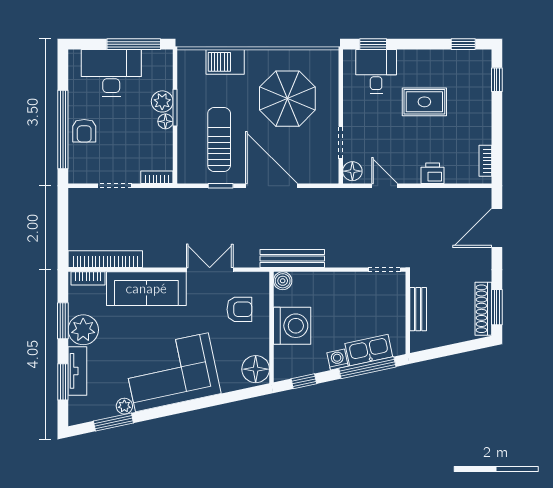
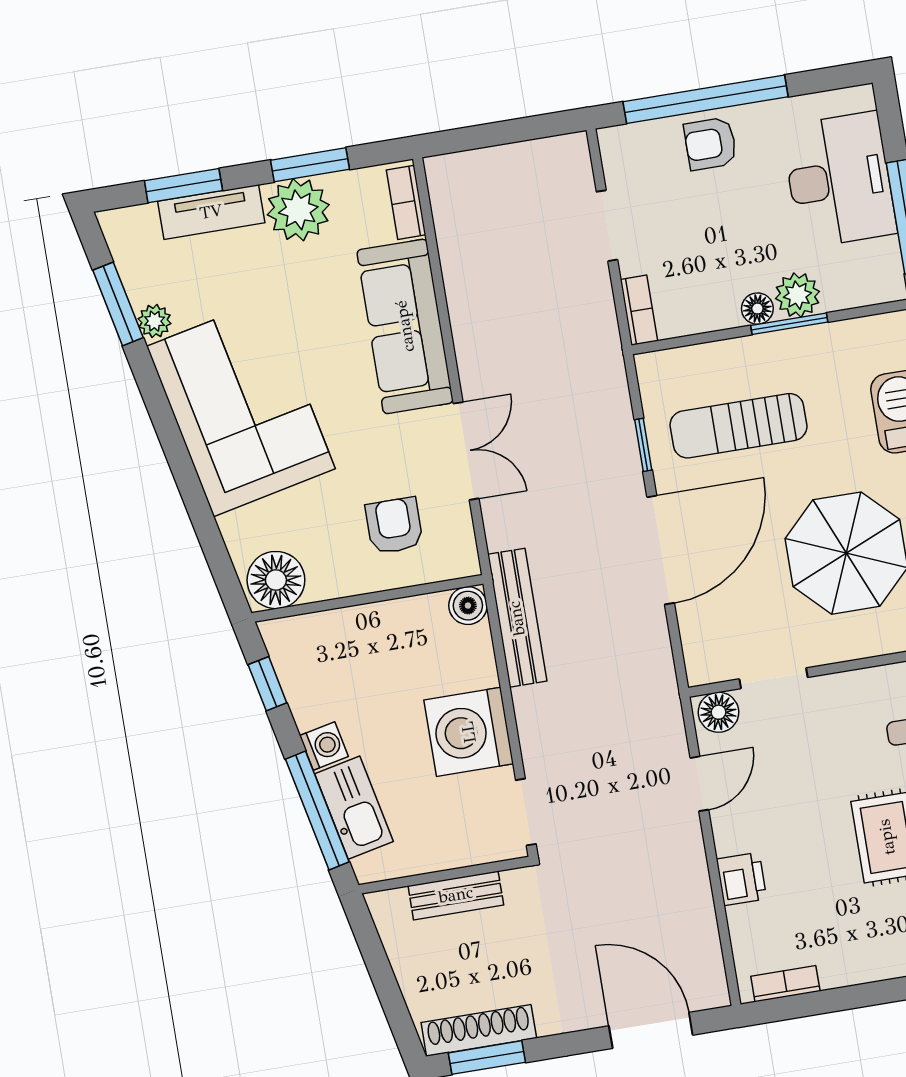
sun lounger: (219, 139) -> (738, 426), turned 180
bookcase: (105, 259) -> (452, 231), removed
armchair: (239, 309) -> (394, 526), turned 180
washing machine: (292, 326) -> (469, 732), moved, turned 90

